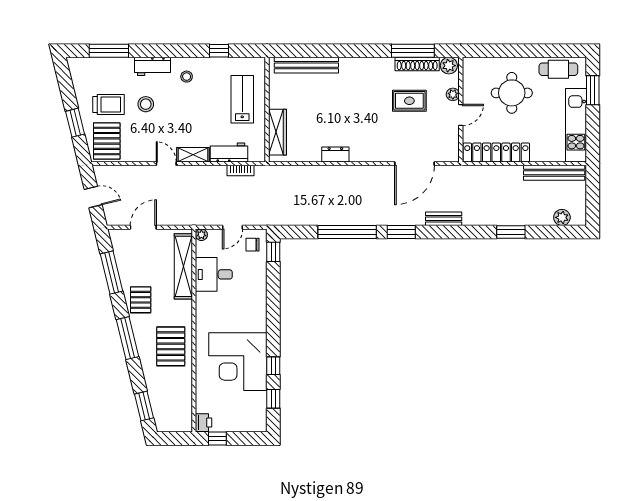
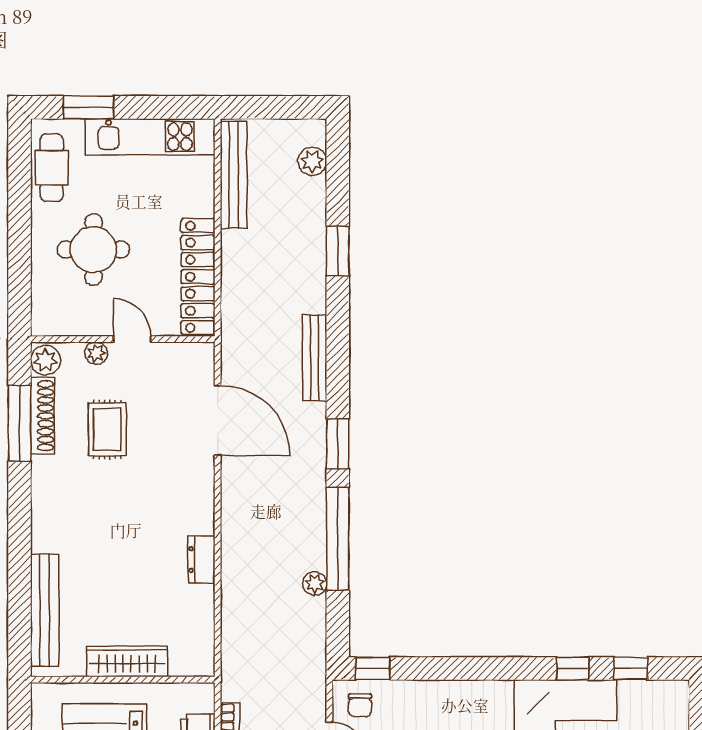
wardrobe: (277, 132) -> (127, 661), moved
plant: (322, 219) -> (315, 583), added
bench: (444, 219) -> (314, 358), width x1.36

